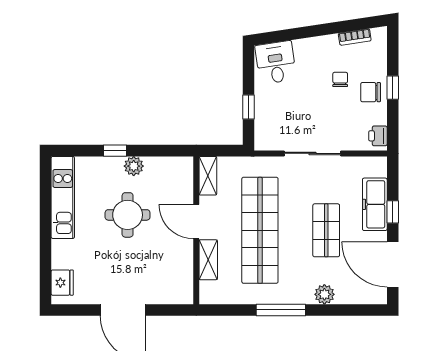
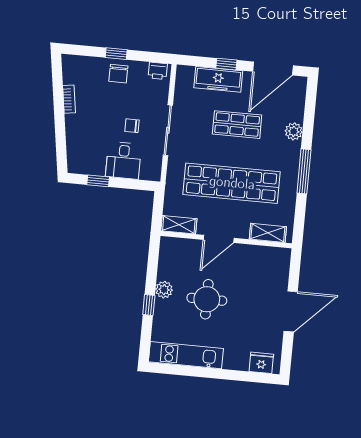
bookcase: (355, 37) -> (69, 99), moved
desk: (276, 62) -> (123, 160), moved, turned -82
chair: (340, 79) -> (132, 126), moved
window: (248, 107) -> (98, 181), moved
shelving: (208, 260) -> (268, 233), moved

